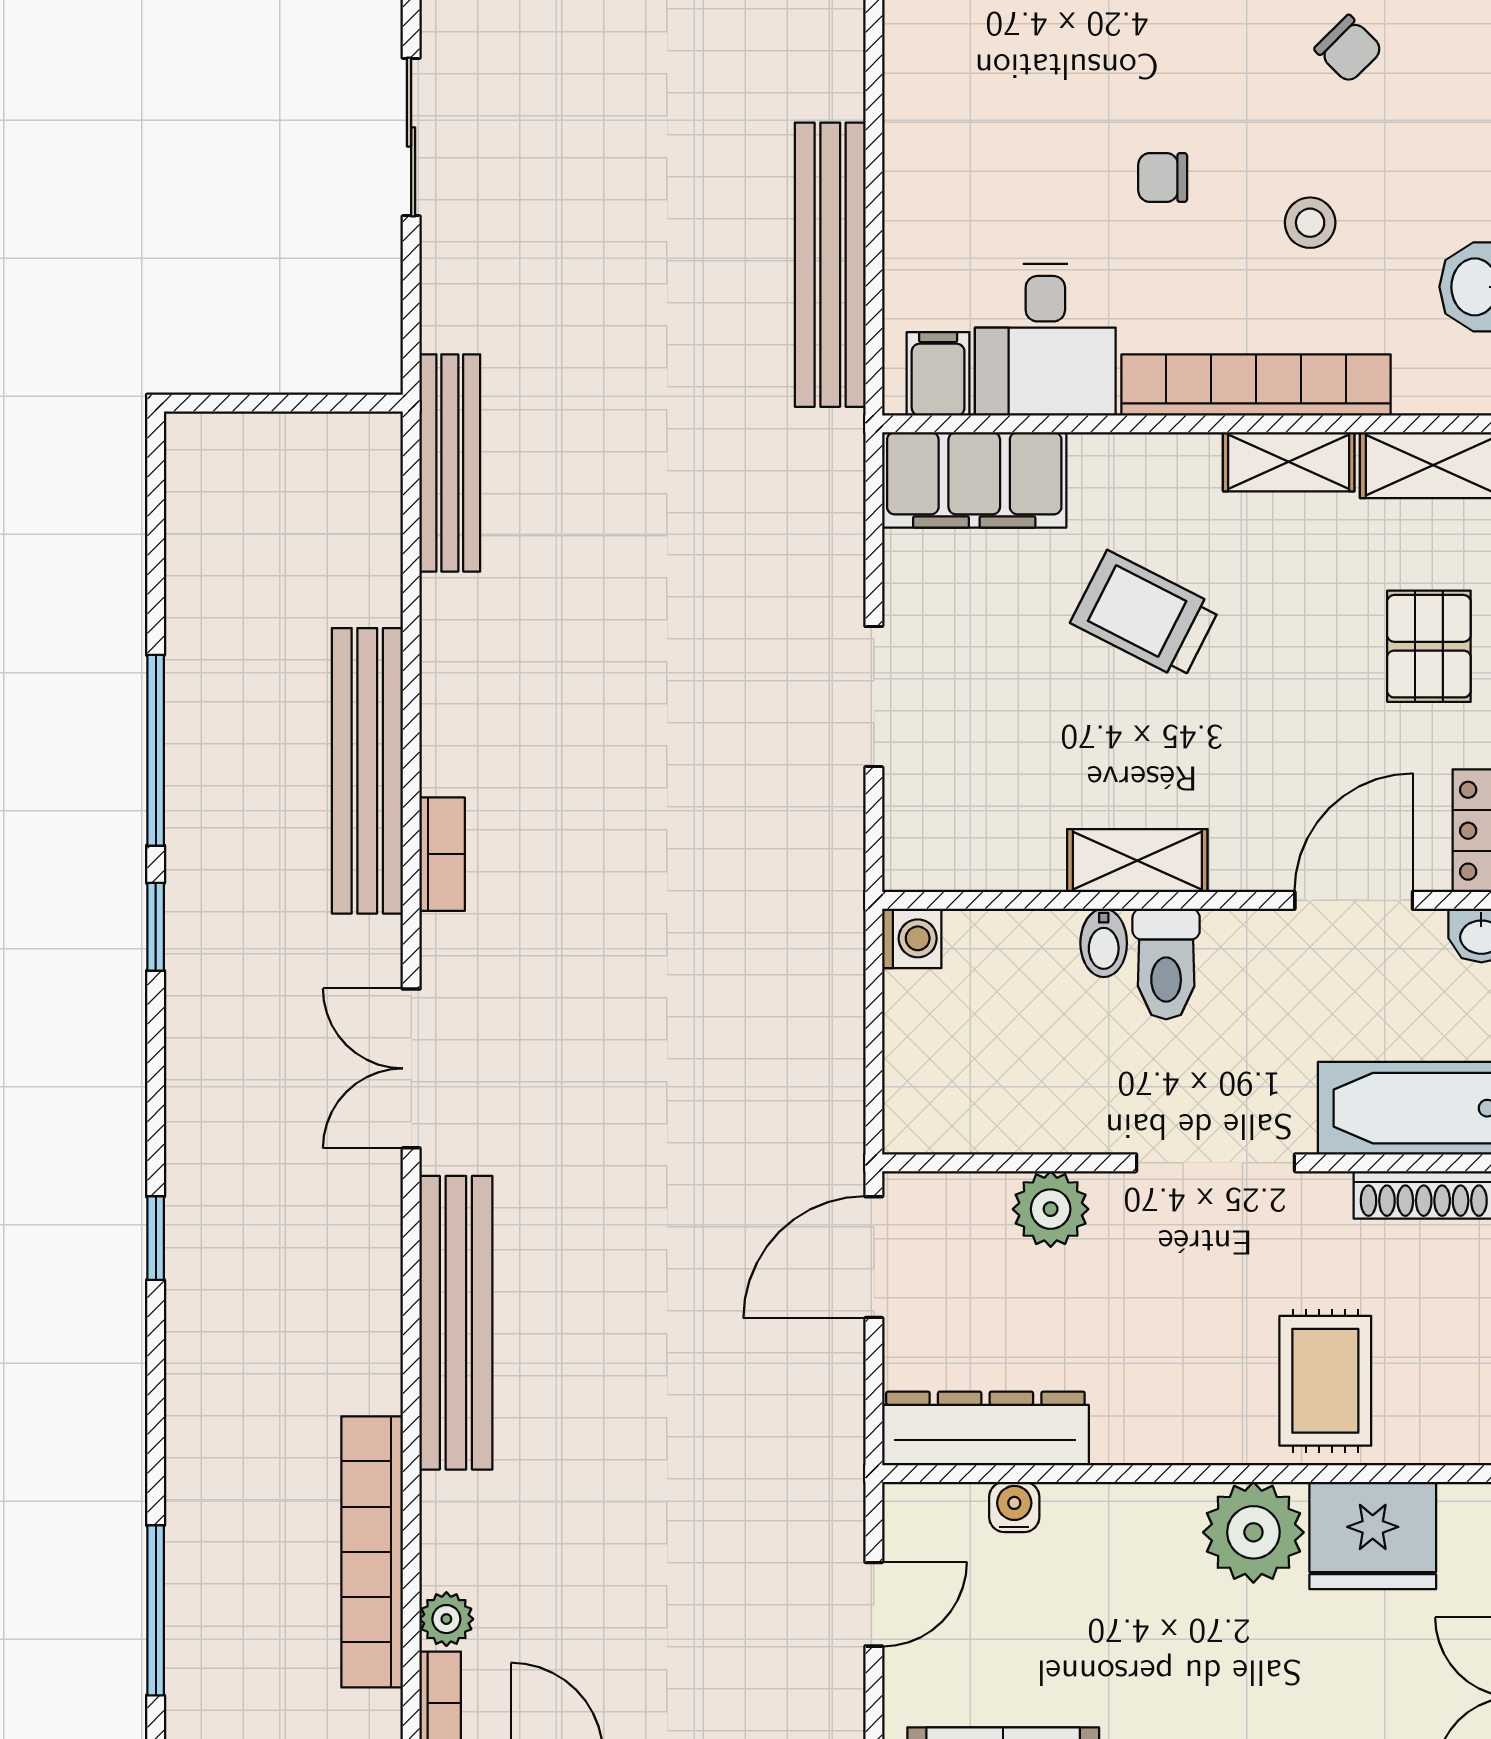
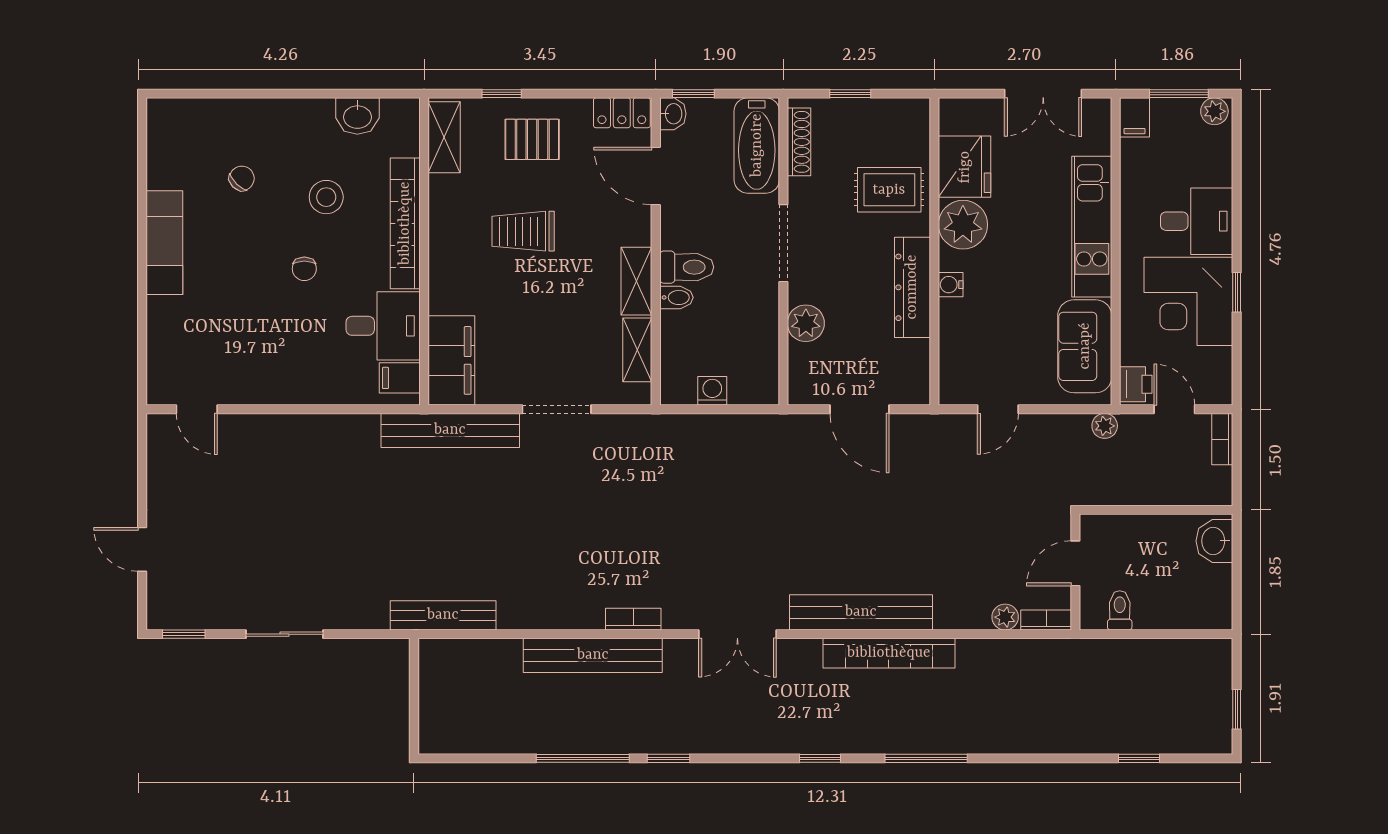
stool: (1310, 223) -> (326, 197), width x1.37, depth x1.37
bench: (830, 265) -> (450, 430), moved
shelving: (1289, 462) -> (637, 350), moved
trolley: (1145, 615) -> (523, 231), moved, turned 63
washing machine: (912, 938) -> (712, 391), moved
door: (874, 1257) -> (860, 409), moved
dresser: (985, 1428) -> (912, 287), moved
water cooler: (1014, 1507) -> (951, 285), moved
bookcase: (372, 1552) -> (889, 653), moved
door: (874, 1604) -> (998, 409), swing flipped
window: (156, 1610) -> (926, 758), moved

